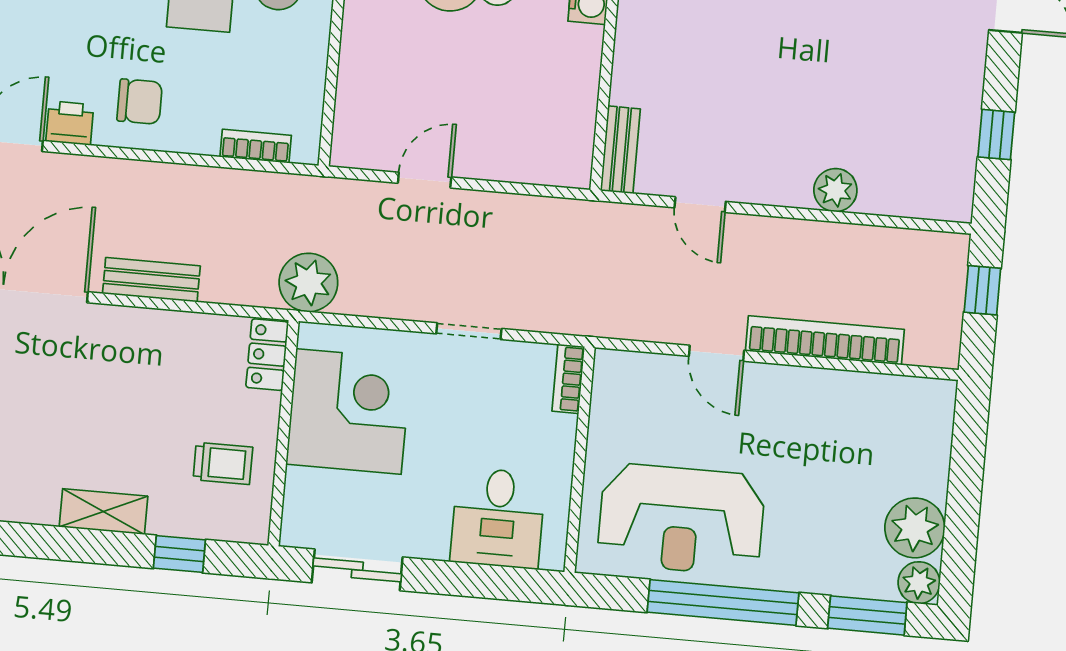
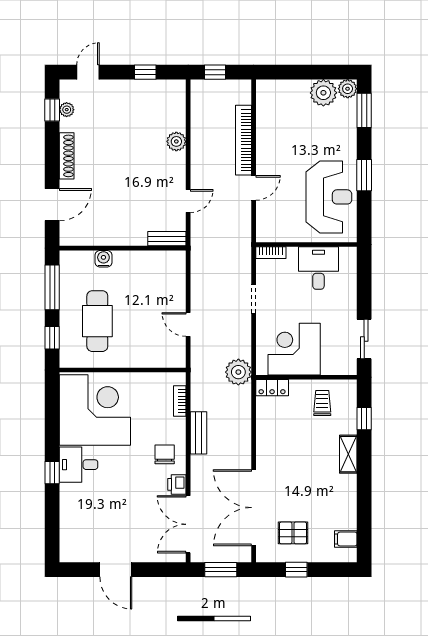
bench: (151, 280) -> (198, 433), moved
desk: (498, 518) -> (318, 268), moved, turned -90
window: (723, 603) -> (364, 175), width x0.47

